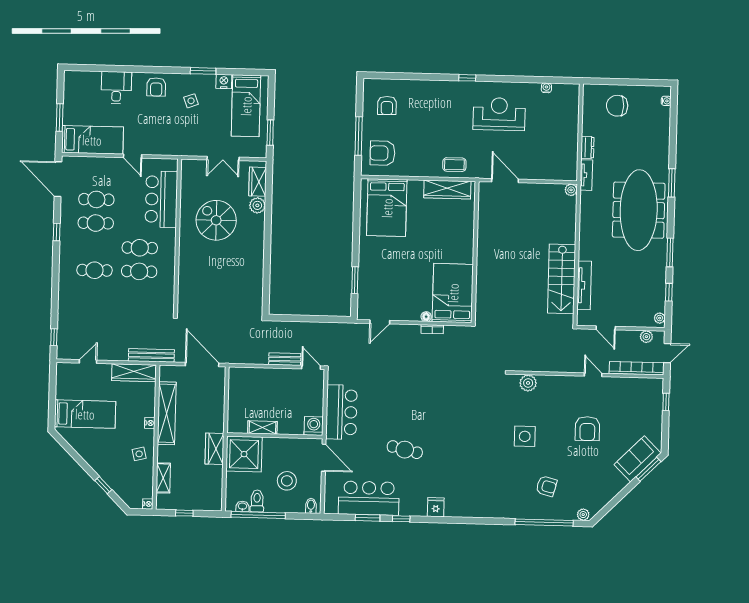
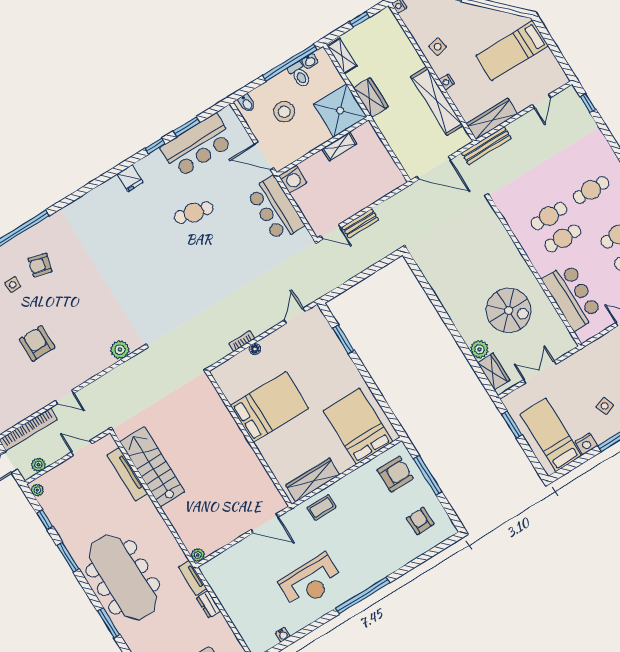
window: (467, 78) -> (362, 596), width x3.17
bed: (453, 293) -> (269, 407), moved, turned -90
side table: (525, 436) -> (13, 285), moved, width x0.54, depth x0.54
shelving: (163, 478) -> (342, 56), moved

